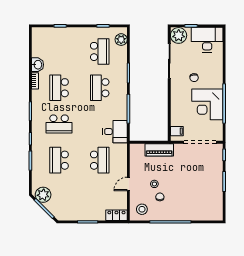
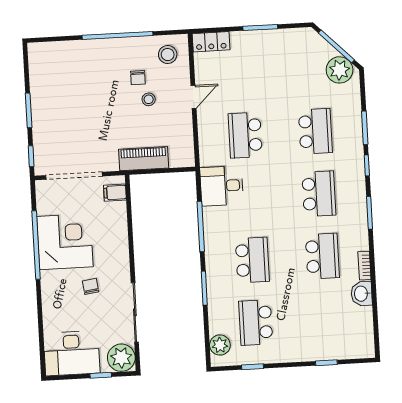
school desk: (59, 124) -> (319, 194), turned 90

